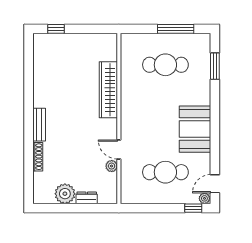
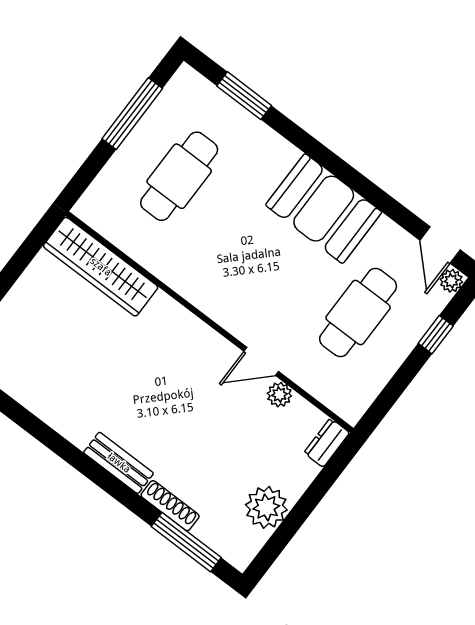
wardrobe: (108, 90) -> (101, 267), moved
window: (29, 173) -> (186, 542), added
dresser: (87, 198) -> (327, 443), moved
window: (193, 208) -> (436, 335), moved

